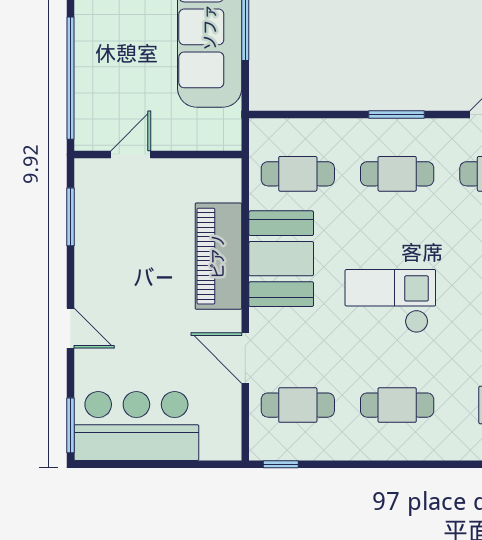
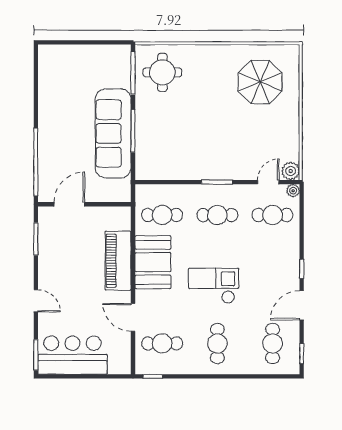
door: (131, 154) -> (69, 204), width x1.38
cafe table: (397, 405) -> (217, 343), turned 90

